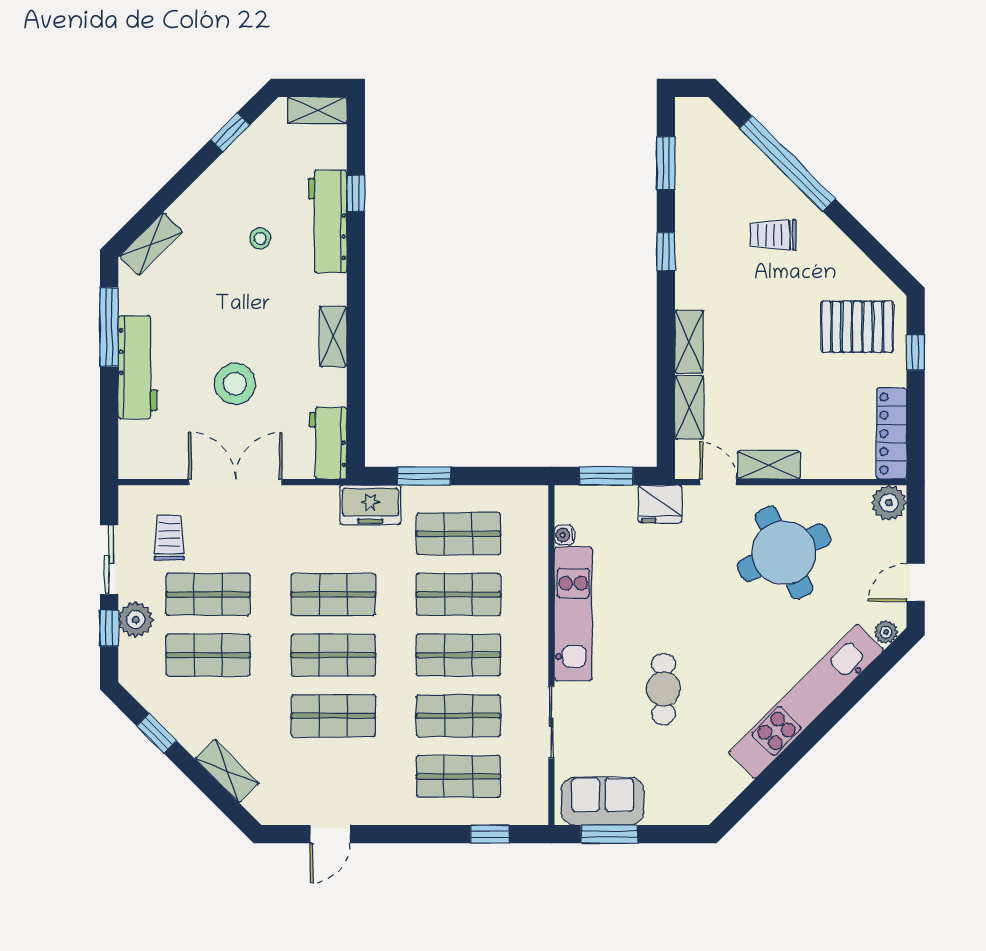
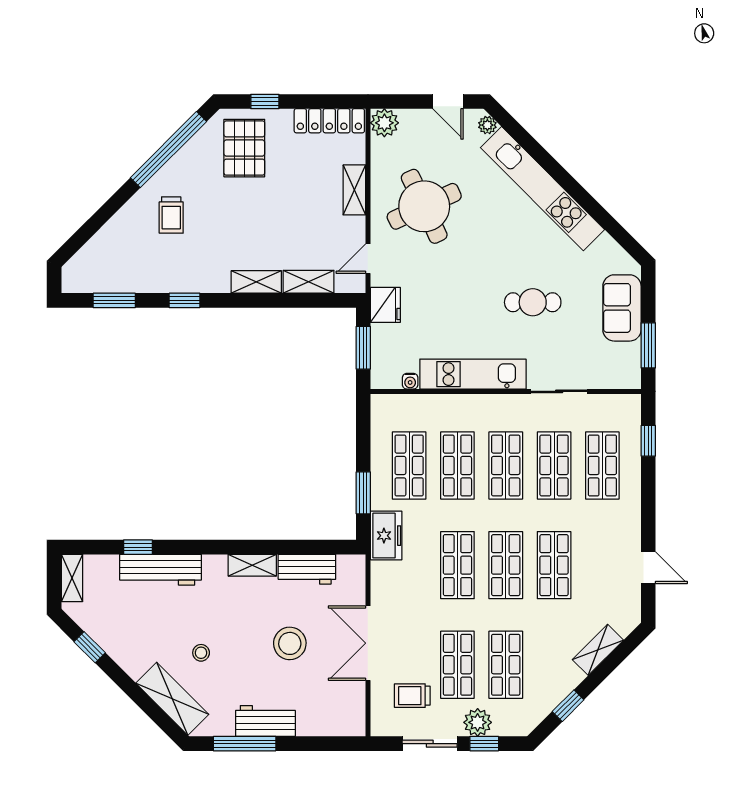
window: (787, 164) -> (168, 150), moved
stool: (260, 239) -> (201, 653), moved
shelving: (151, 244) -> (172, 699), width x1.50, depth x1.33
workbench: (137, 367) -> (265, 721), width x0.73
workbench: (328, 443) -> (307, 569), moved
shelving: (769, 465) -> (354, 190), moved
sofa: (602, 801) -> (622, 308), moved

